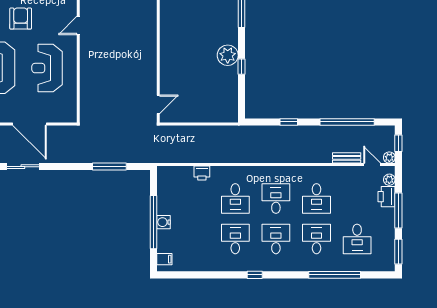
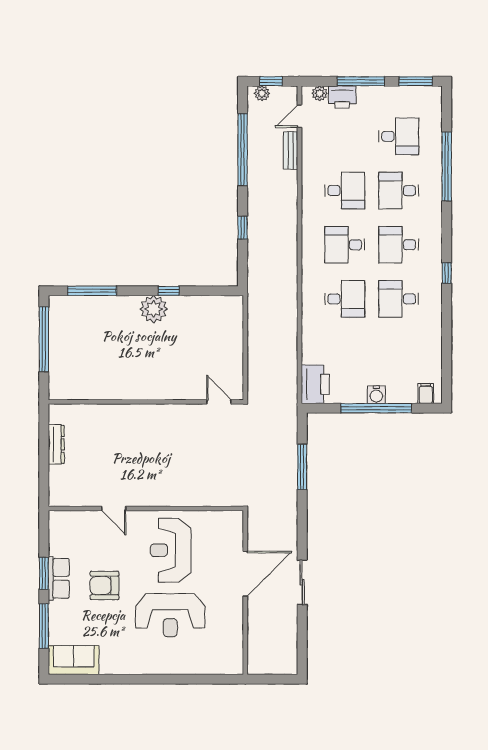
reception desk: (47, 68) -> (171, 550), turned 90
plant: (389, 158) -> (262, 93), moved
printer: (202, 173) -> (315, 384), moved, width x1.87, depth x1.48

